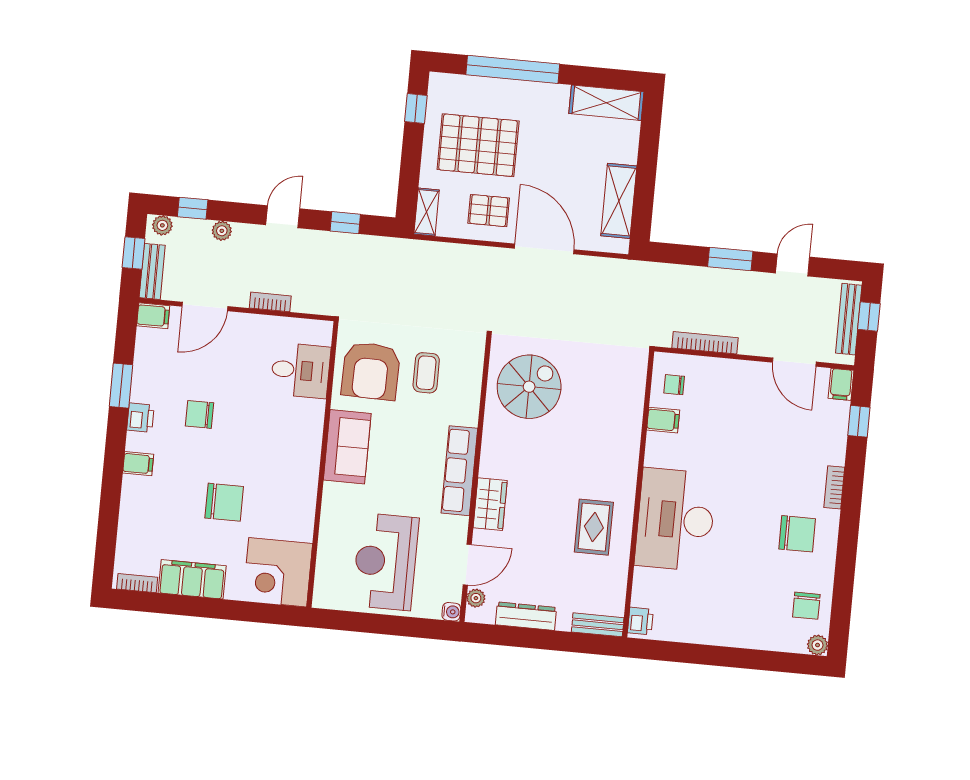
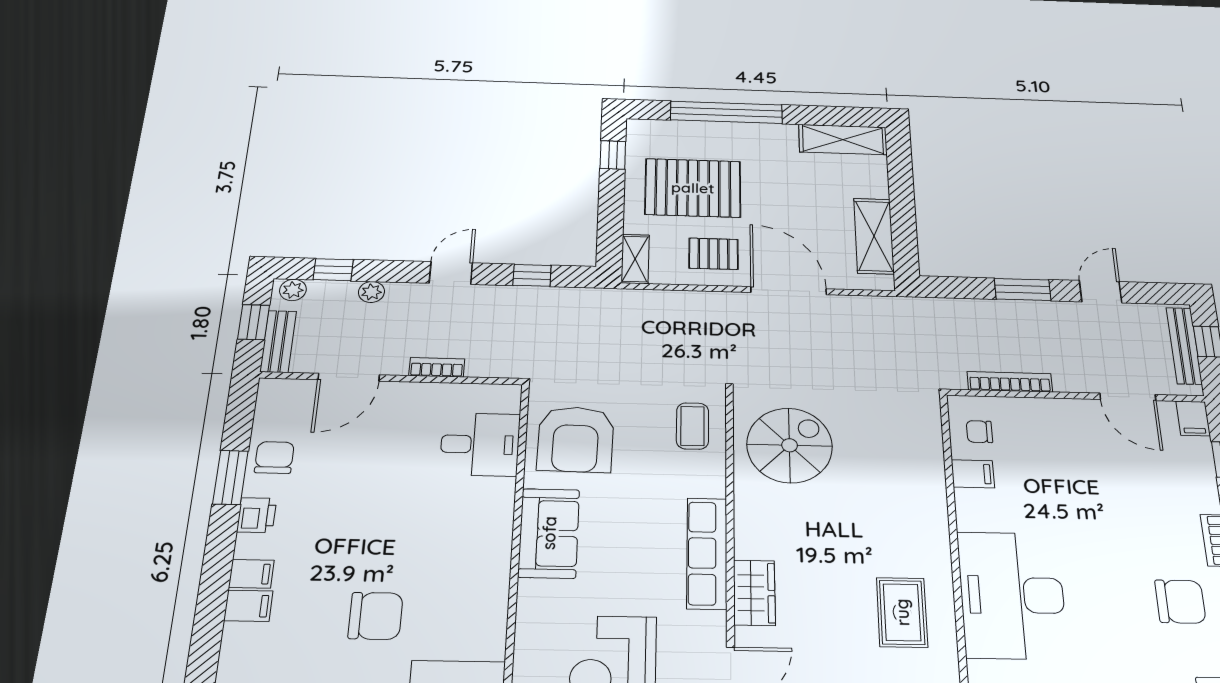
filing cabinet: (153, 316) -> (248, 606), moved
coffee table: (426, 373) -> (692, 426), moved
chair: (199, 414) -> (274, 457), moved, turned 90

